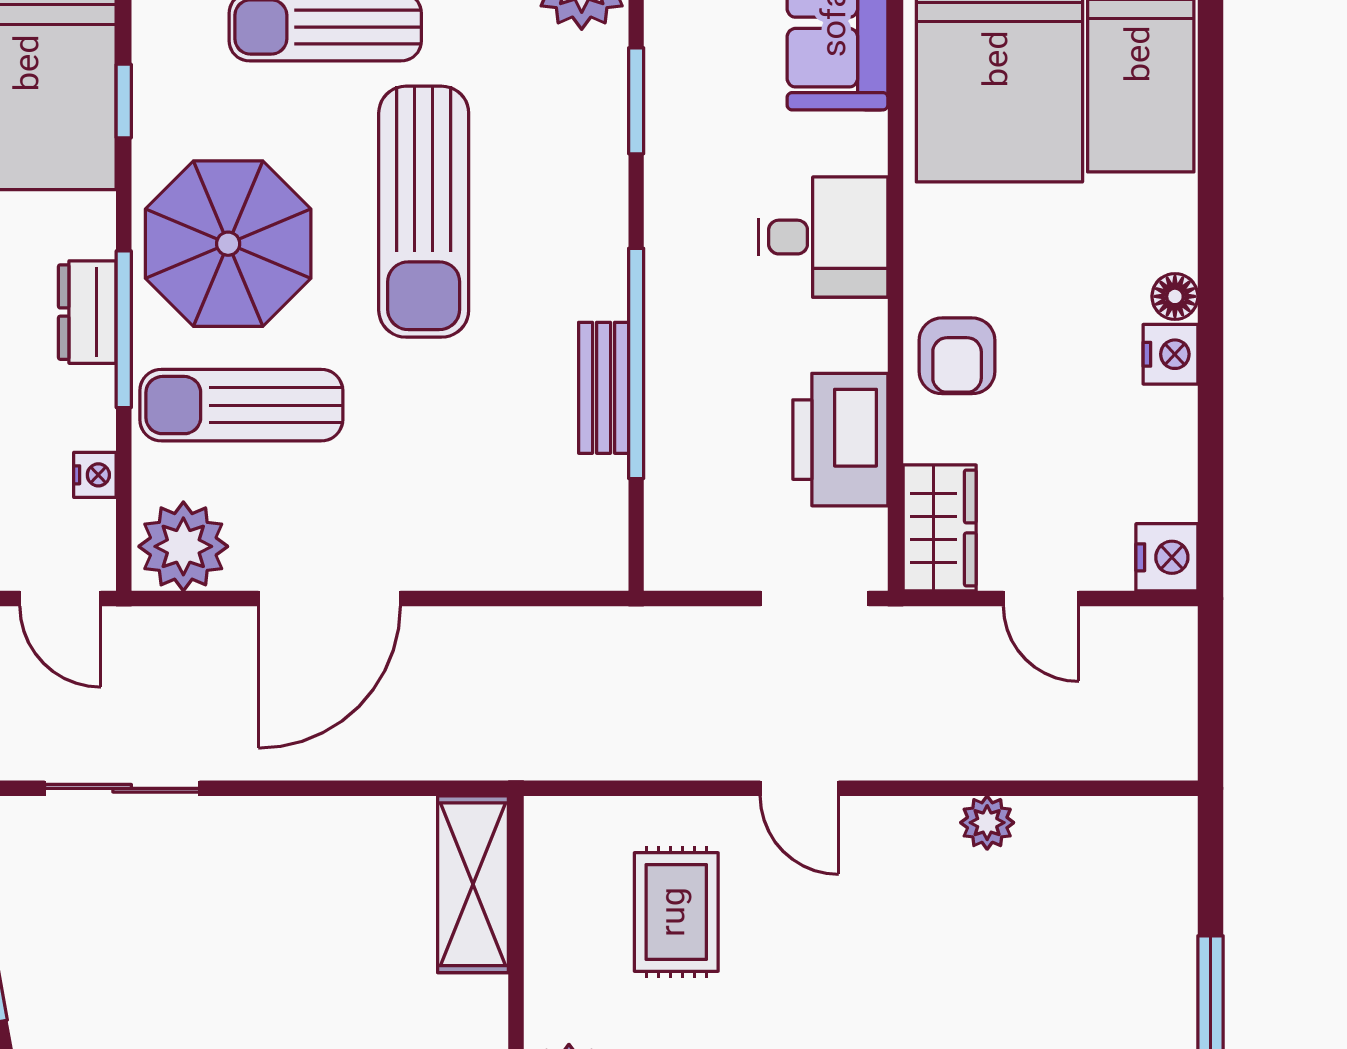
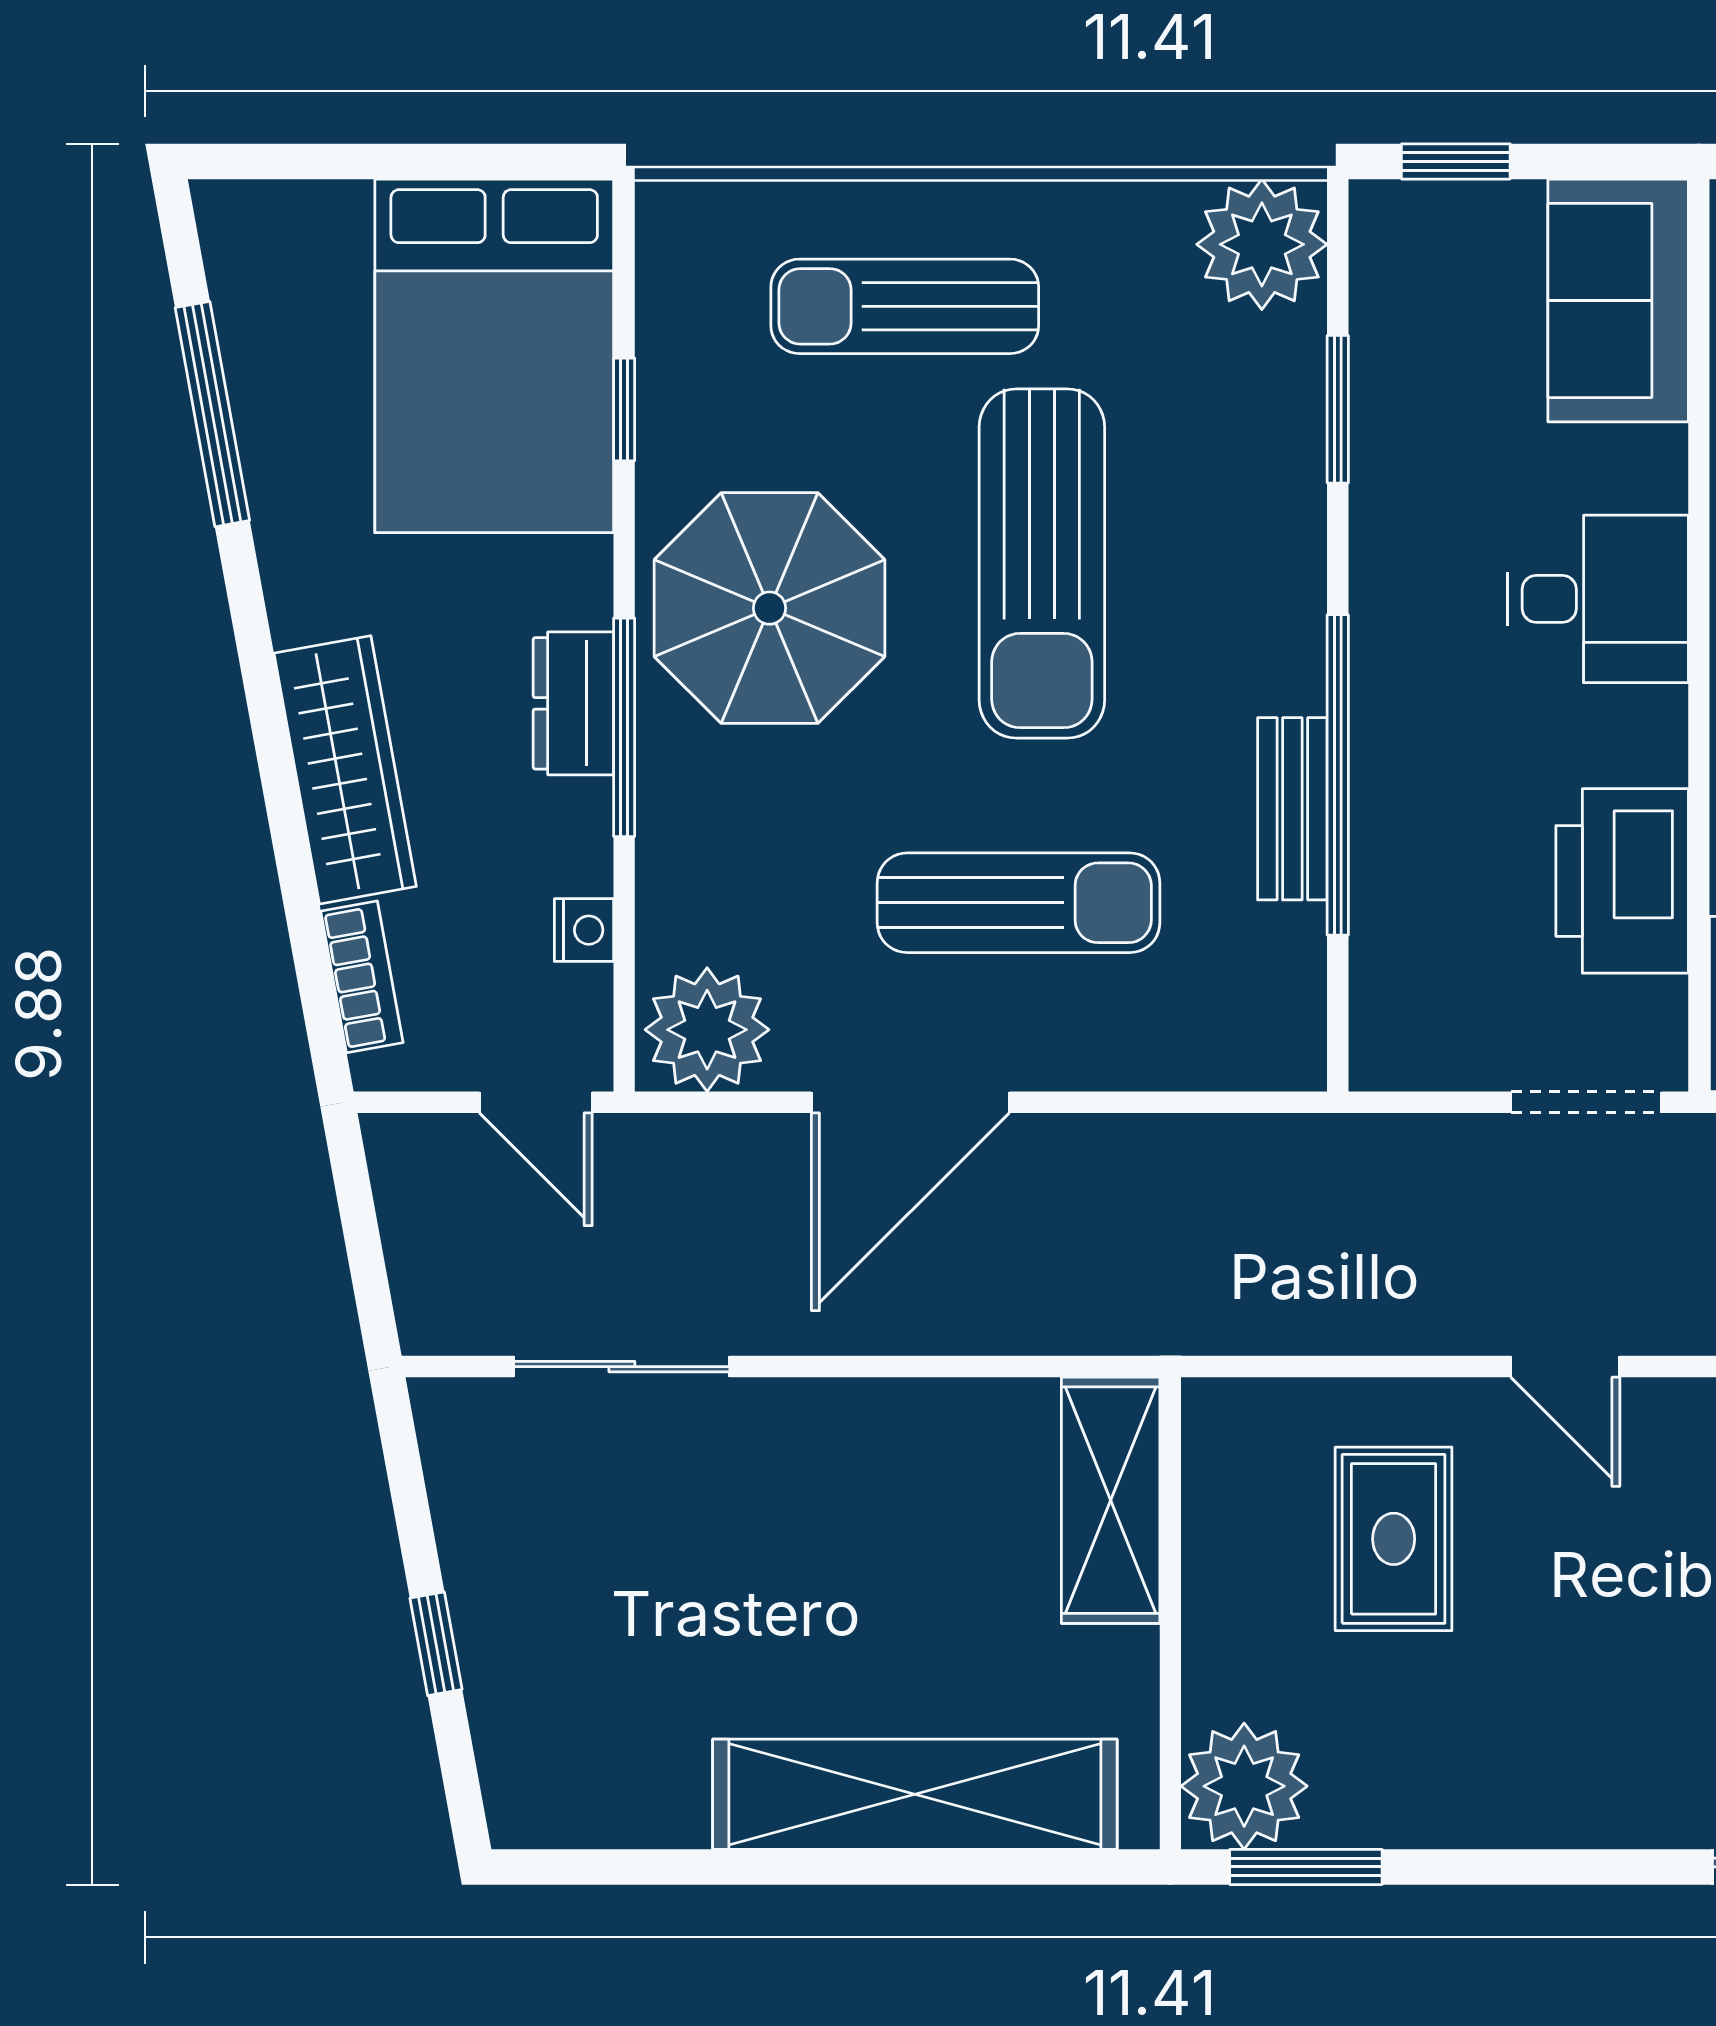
sun lounger: (241, 405) -> (1019, 903), moved, turned 180

